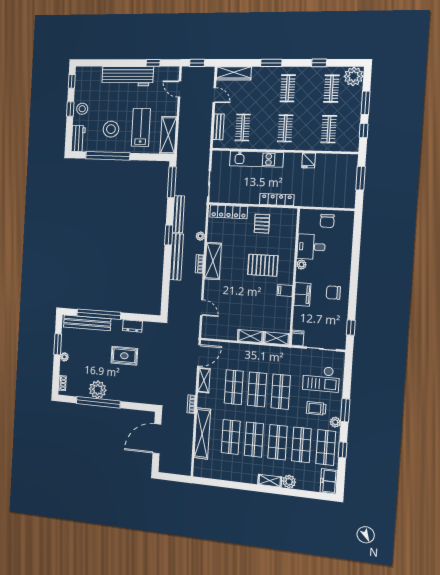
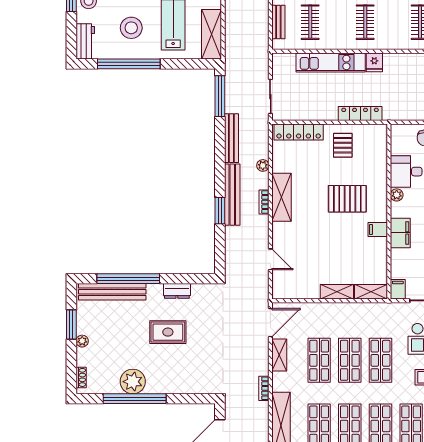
fridge: (309, 160) -> (374, 62), moved
window: (169, 235) -> (220, 211), moved

